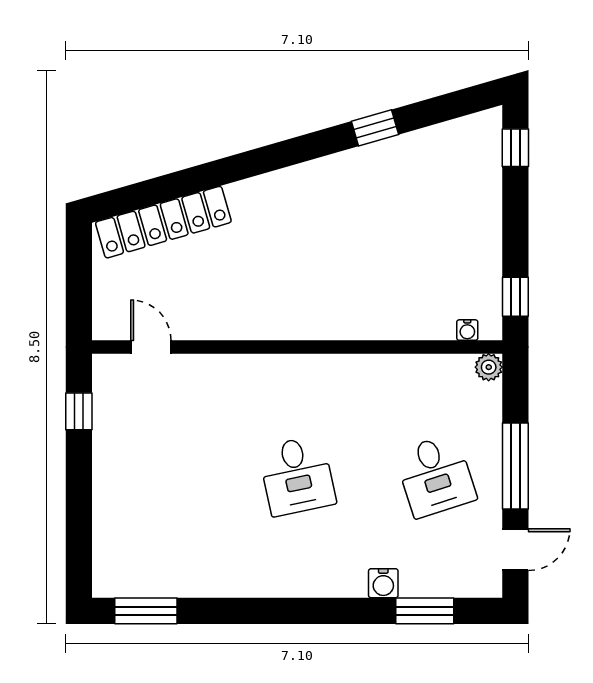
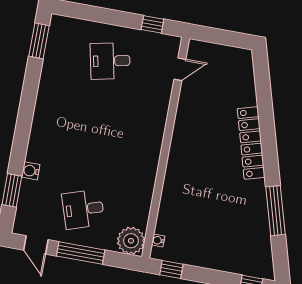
window: (375, 128) -> (275, 211), width x2.17
locker: (163, 222) -> (251, 143), moved
plant: (489, 367) -> (131, 241), width x1.87, depth x1.87
desk: (297, 476) -> (110, 61), moved

